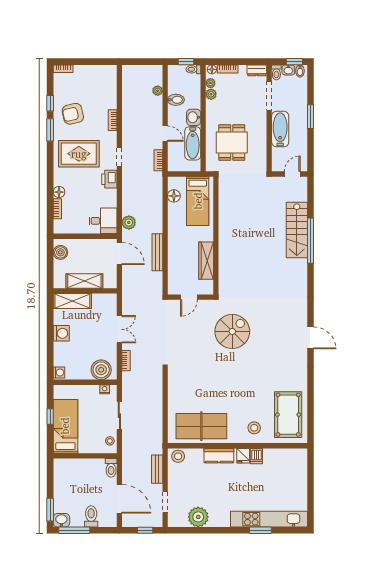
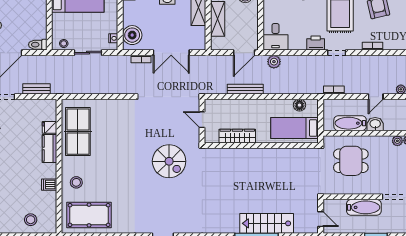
bidet: (176, 100) -> (392, 107), removed
door: (165, 134) -> (376, 97), moved
double door: (119, 329) -> (171, 53), width x1.37
stool: (178, 456) -> (31, 220), moved
fridge: (243, 456) -> (49, 127), moved

